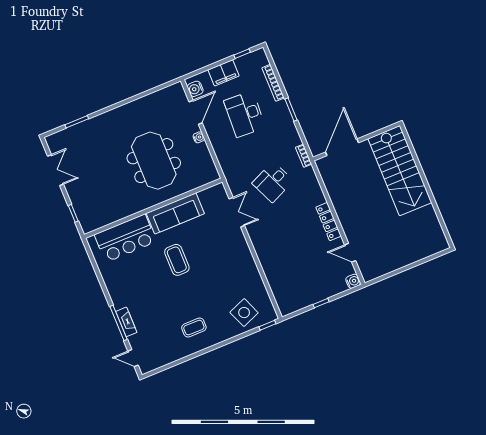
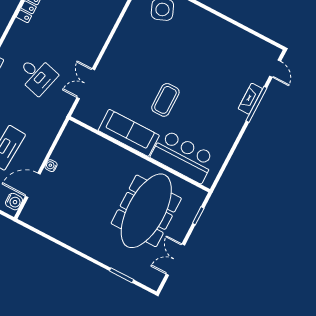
meeting table: (154, 161) -> (146, 211), moved, width x1.36
desk: (273, 182) -> (37, 75), turned 39
coffee table: (194, 328) -> (209, 40), removed

